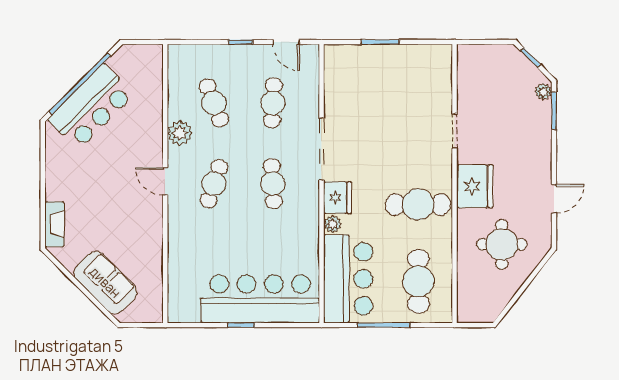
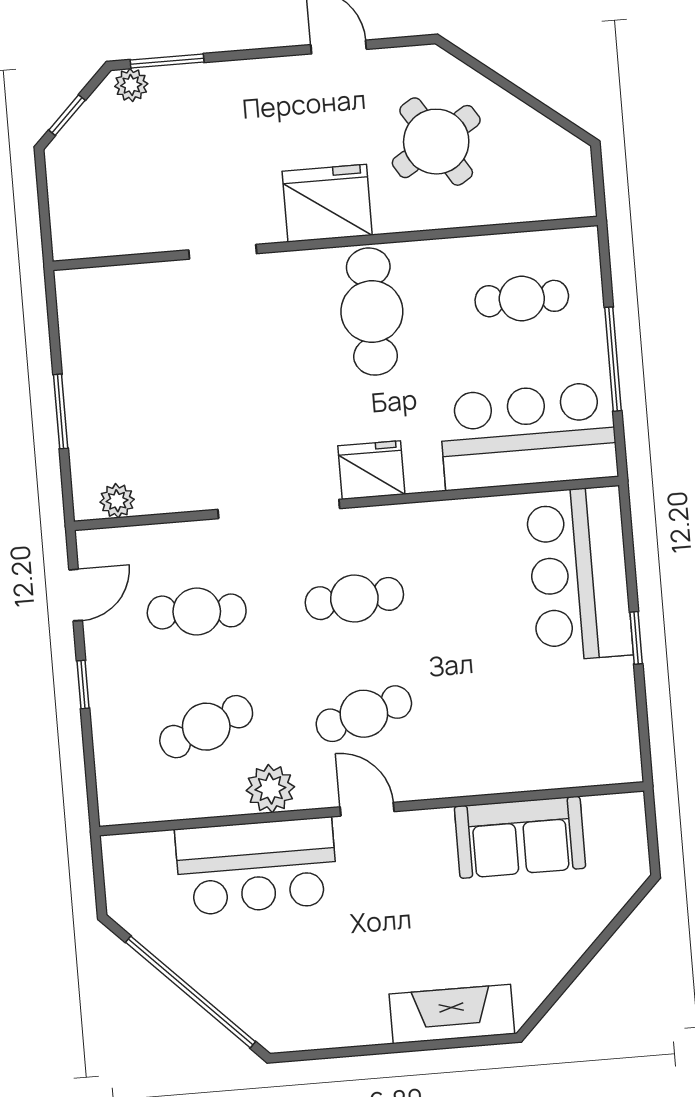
bar counter: (91, 107) -> (256, 866), moved, turned 135
door: (165, 181) -> (367, 809), swing flipped
cafe table: (214, 184) -> (364, 714), turned -33
fireplace: (54, 224) -> (452, 1014), width x1.37, depth x1.32
plant: (332, 224) -> (117, 501), moved
round table: (502, 244) -> (436, 142), turned -32
cafe table: (418, 281) -> (522, 299), width x0.73, depth x0.74
sofa: (105, 282) -> (520, 837), moved, turned -135
bar counter: (260, 299) -> (579, 574), width x0.73

